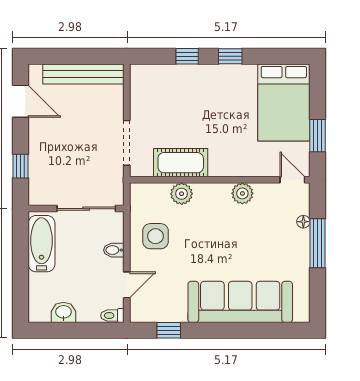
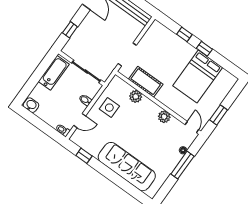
bed: (284, 102) -> (198, 77), moved
washbasin: (63, 312) -> (31, 105), moved

